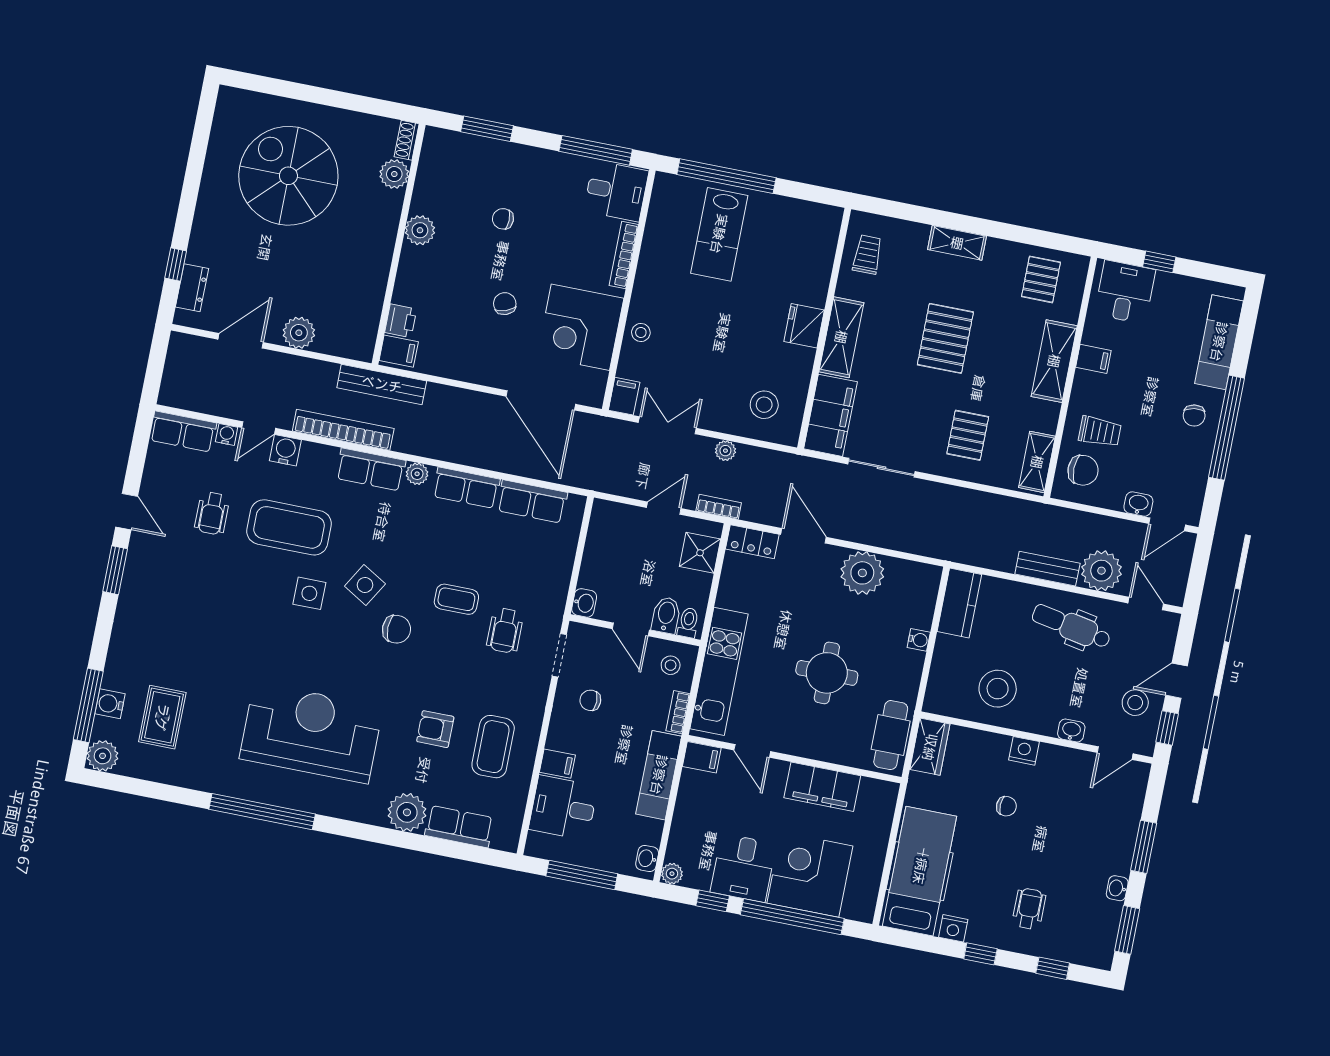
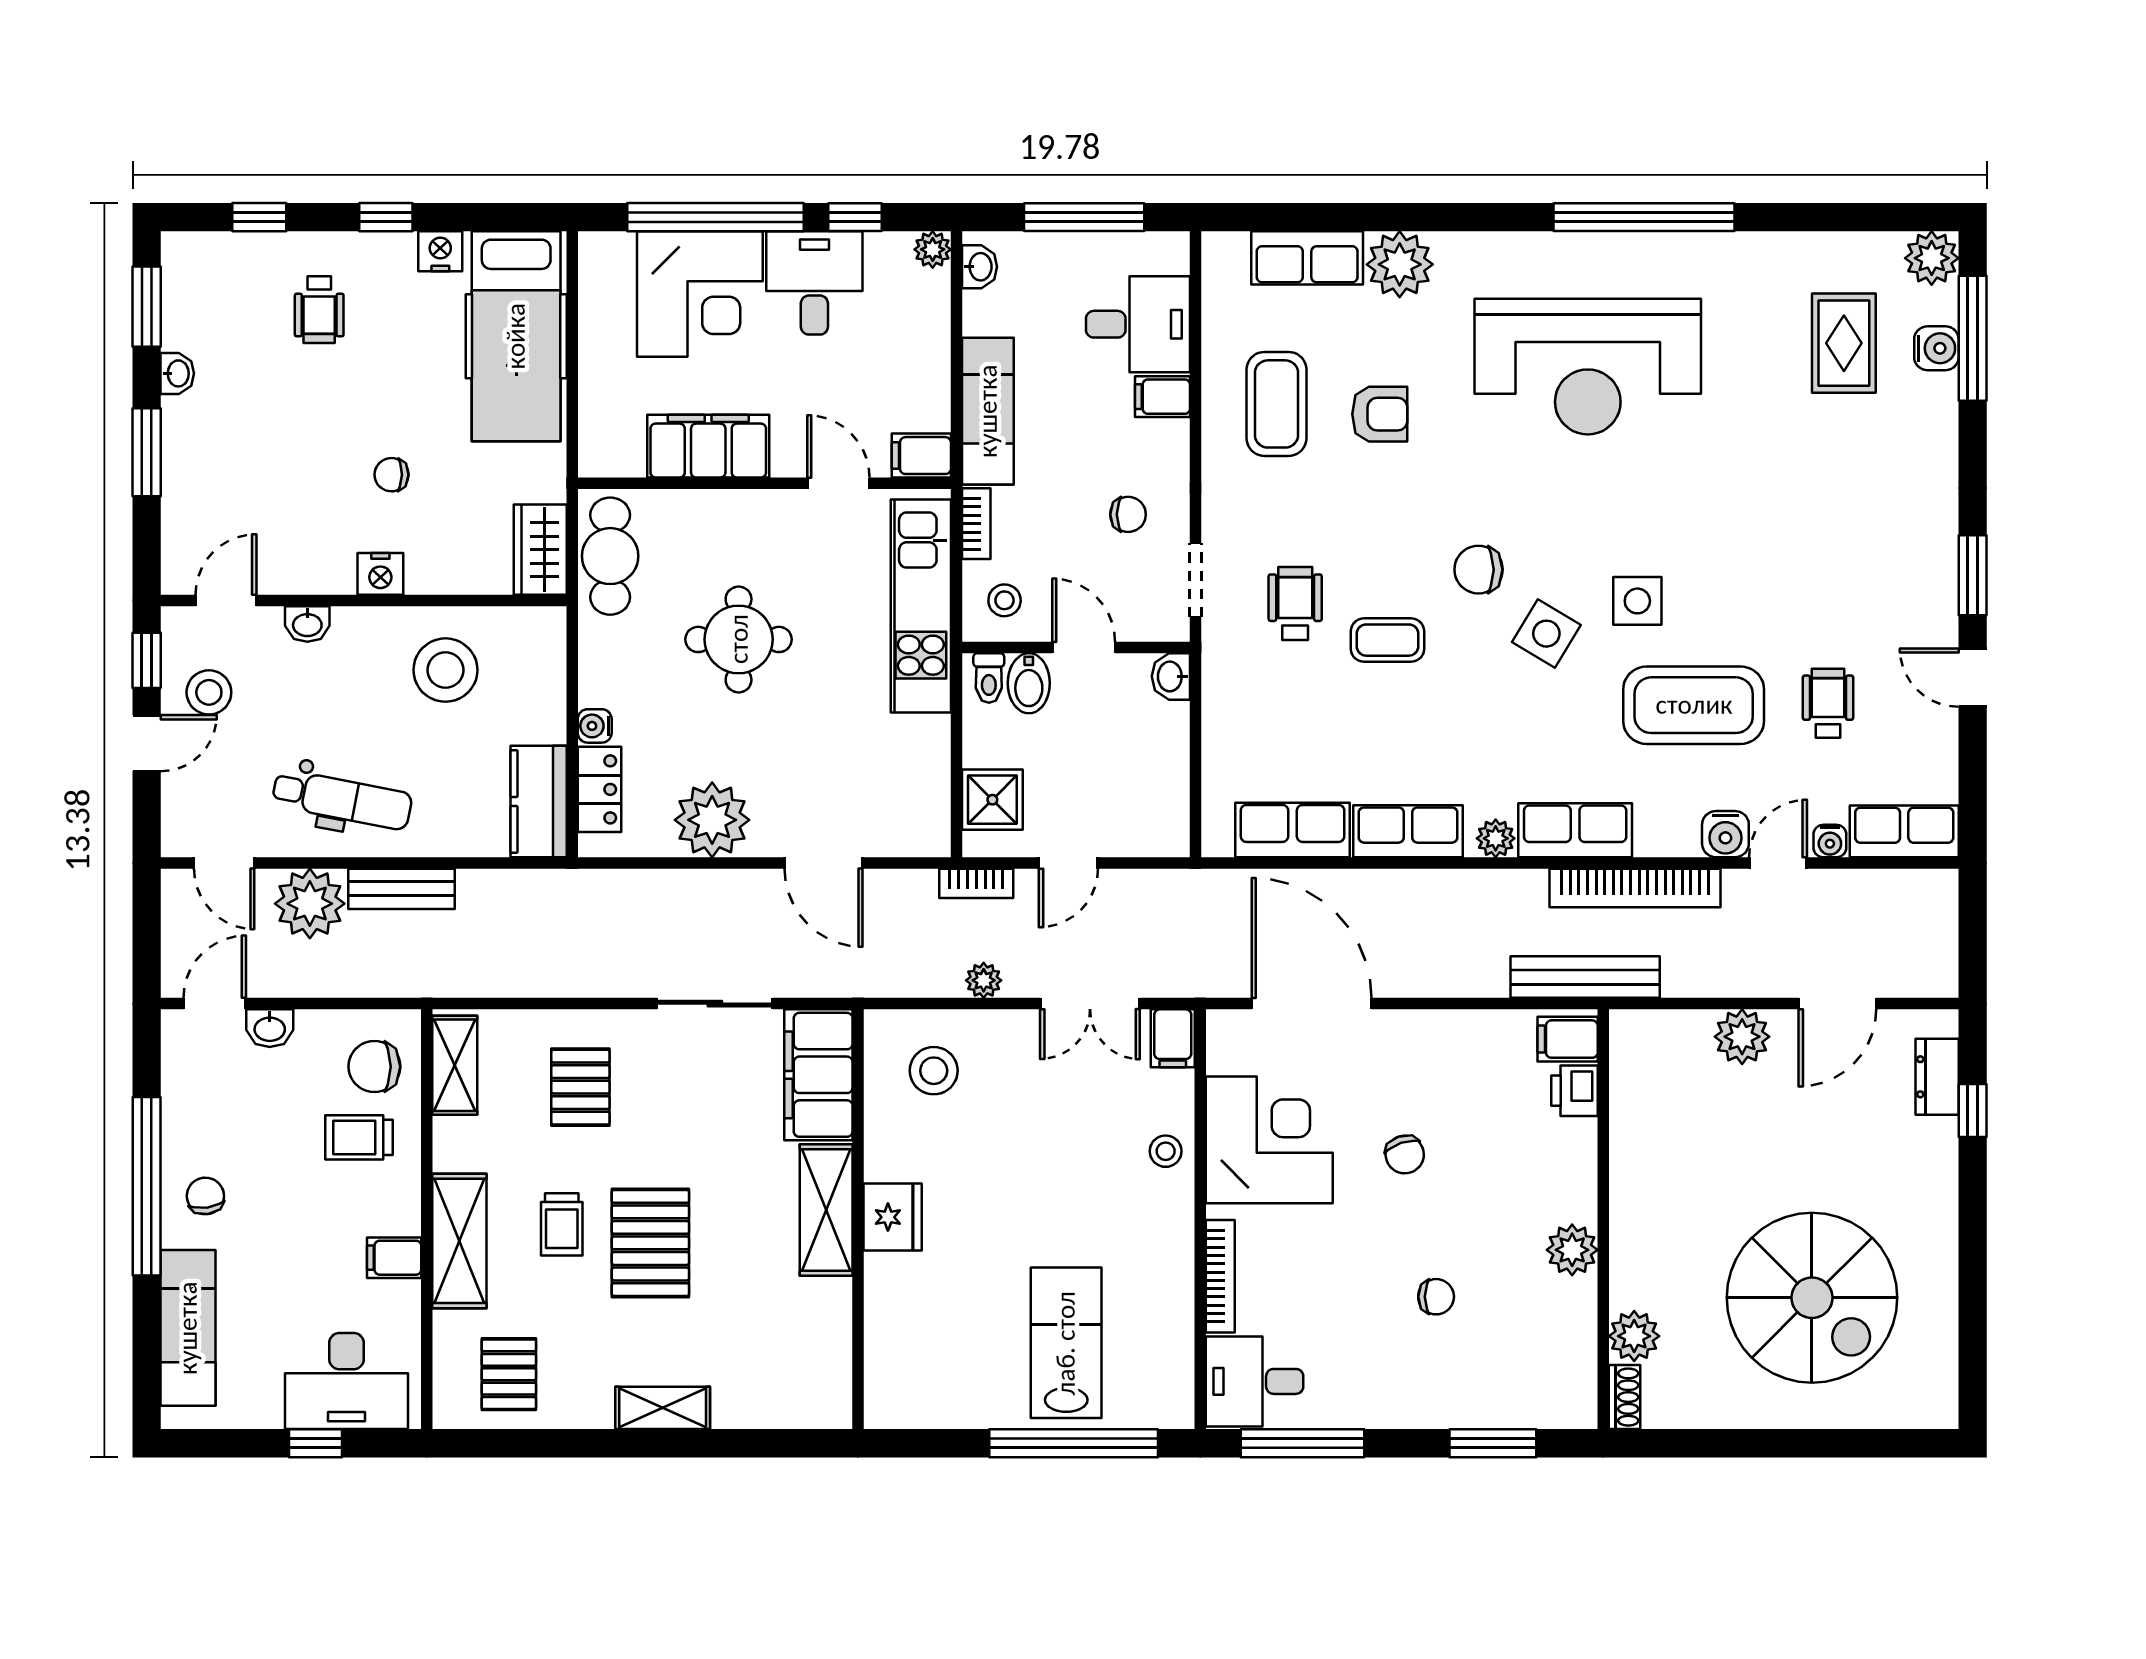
trolley: (867, 255) -> (562, 1224), moved
desk: (1125, 292) -> (346, 1381), width x1.37
locker: (752, 542) -> (599, 789), moved, turned 90

